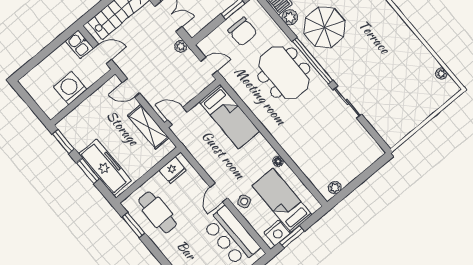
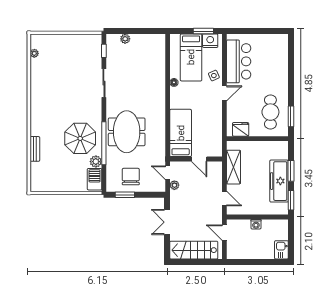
kitchen sink: (79, 44) -> (281, 250), moved, turned 180
plant: (181, 46) -> (174, 185), moved
window: (313, 61) -> (104, 143), moved
washing machine: (70, 88) -> (256, 224), width x0.53, depth x0.53
door: (177, 116) -> (199, 159), moved
window: (374, 134) -> (104, 51), added
freezer: (105, 167) -> (279, 181), moved
plant: (335, 188) -> (125, 39), moved

